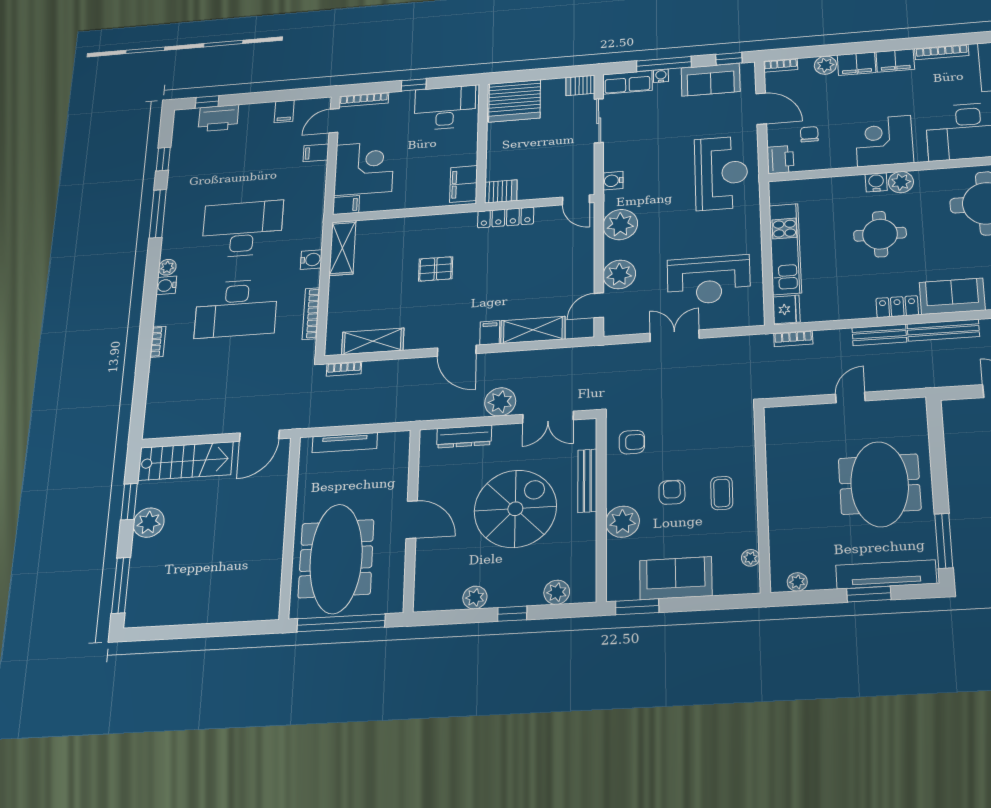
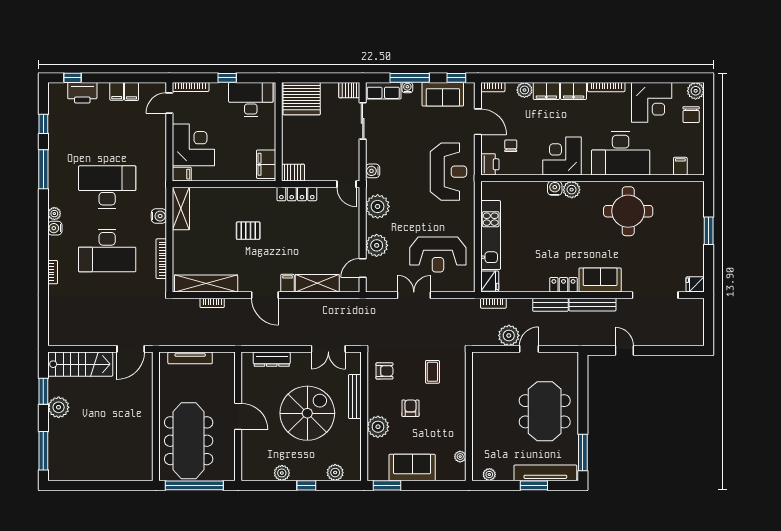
filing cabinet: (316, 153) -> (117, 91), moved, turned -90
round table: (880, 234) -> (555, 229), removed
shelving: (373, 341) -> (206, 283), width x1.47
bookcase: (344, 369) -> (212, 303), moved
plant: (500, 402) -> (509, 335), moved
coffee table: (722, 493) -> (432, 372), moved

